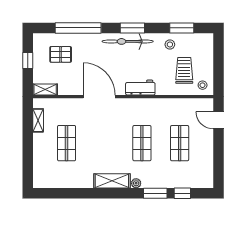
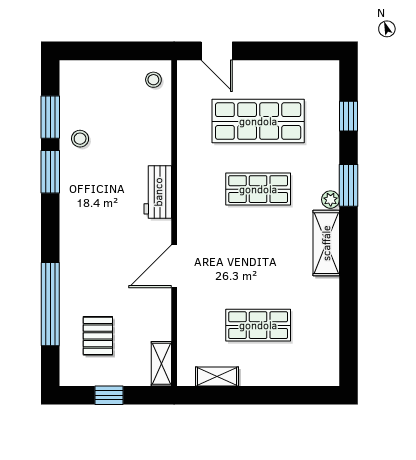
window: (132, 28) -> (50, 172), moved
bicycle: (128, 41) -> (75, 215), removed
trolley: (184, 70) -> (127, 113), removed
door: (99, 97) -> (174, 266), width x0.73
door: (218, 120) -> (217, 51), hinge flipped
shop shelf: (180, 143) -> (258, 121), width x1.43, depth x1.36
window: (155, 193) -> (349, 185), moved

